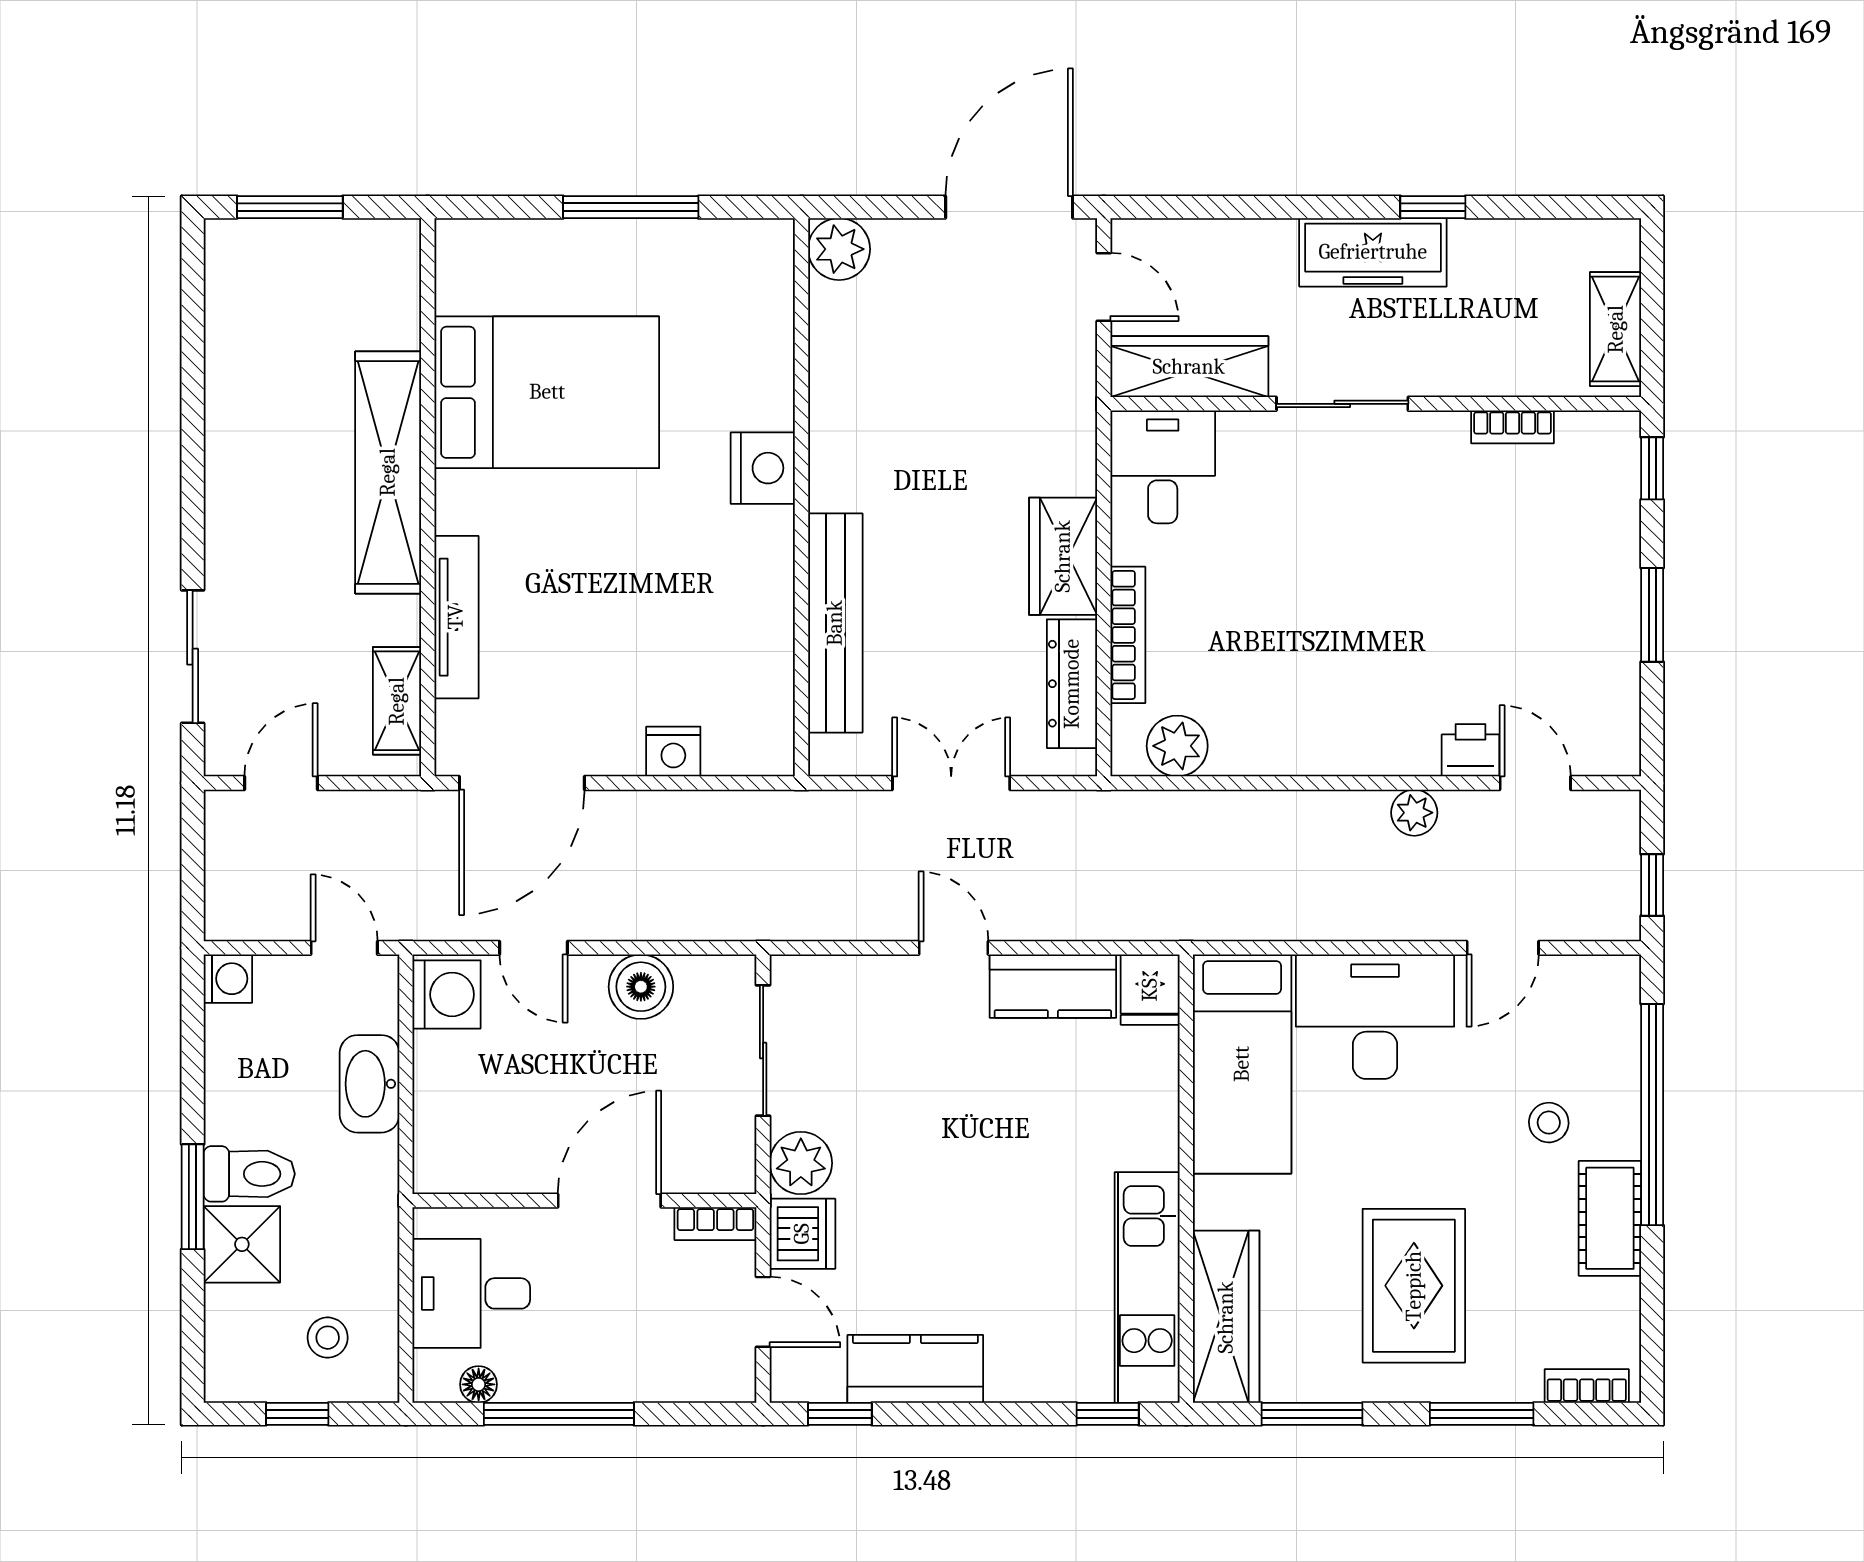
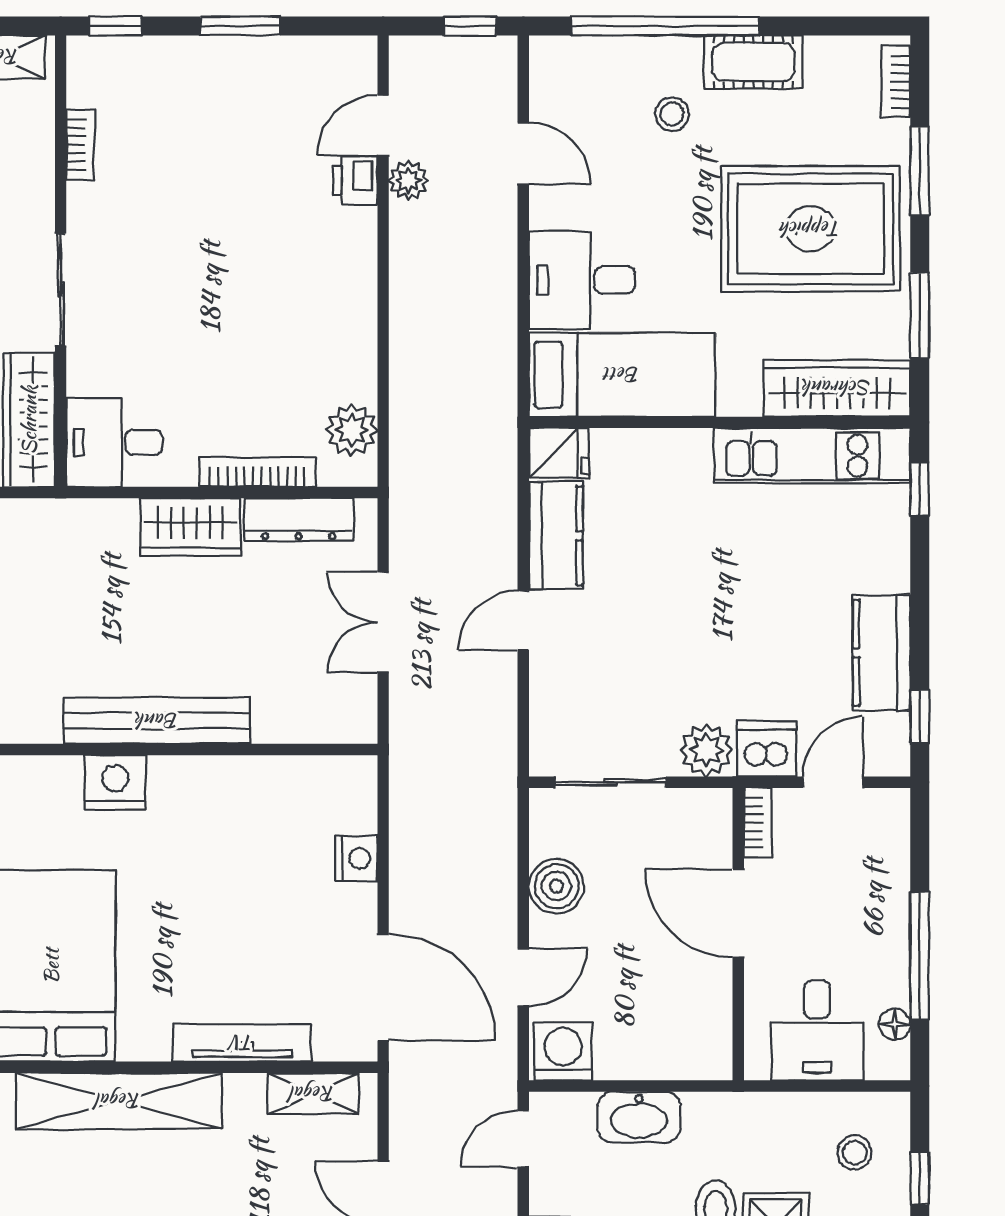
bench: (835, 623) -> (157, 721), moved
plant: (1414, 813) -> (408, 180), moved
desk: (1375, 1017) -> (582, 280), width x0.73
rug: (1414, 1286) -> (811, 229), width x1.37, depth x1.44

